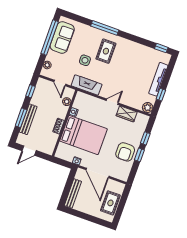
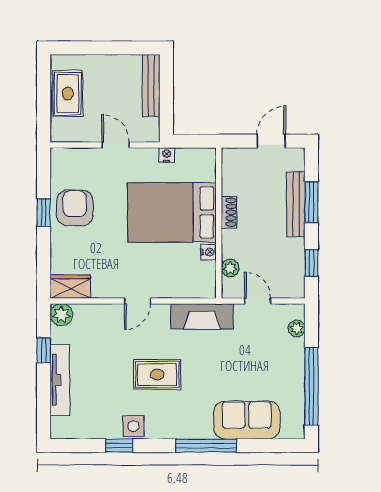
sofa: (62, 37) -> (247, 420), moved, turned 90
window: (161, 48) -> (119, 446), moved
rug: (106, 51) -> (157, 375), moved, turned 90
side table: (85, 60) -> (133, 426), moved
wardrobe: (127, 114) -> (70, 287), moved
window: (145, 138) -> (44, 250), removed
door: (98, 173) -> (116, 145), width x0.53

